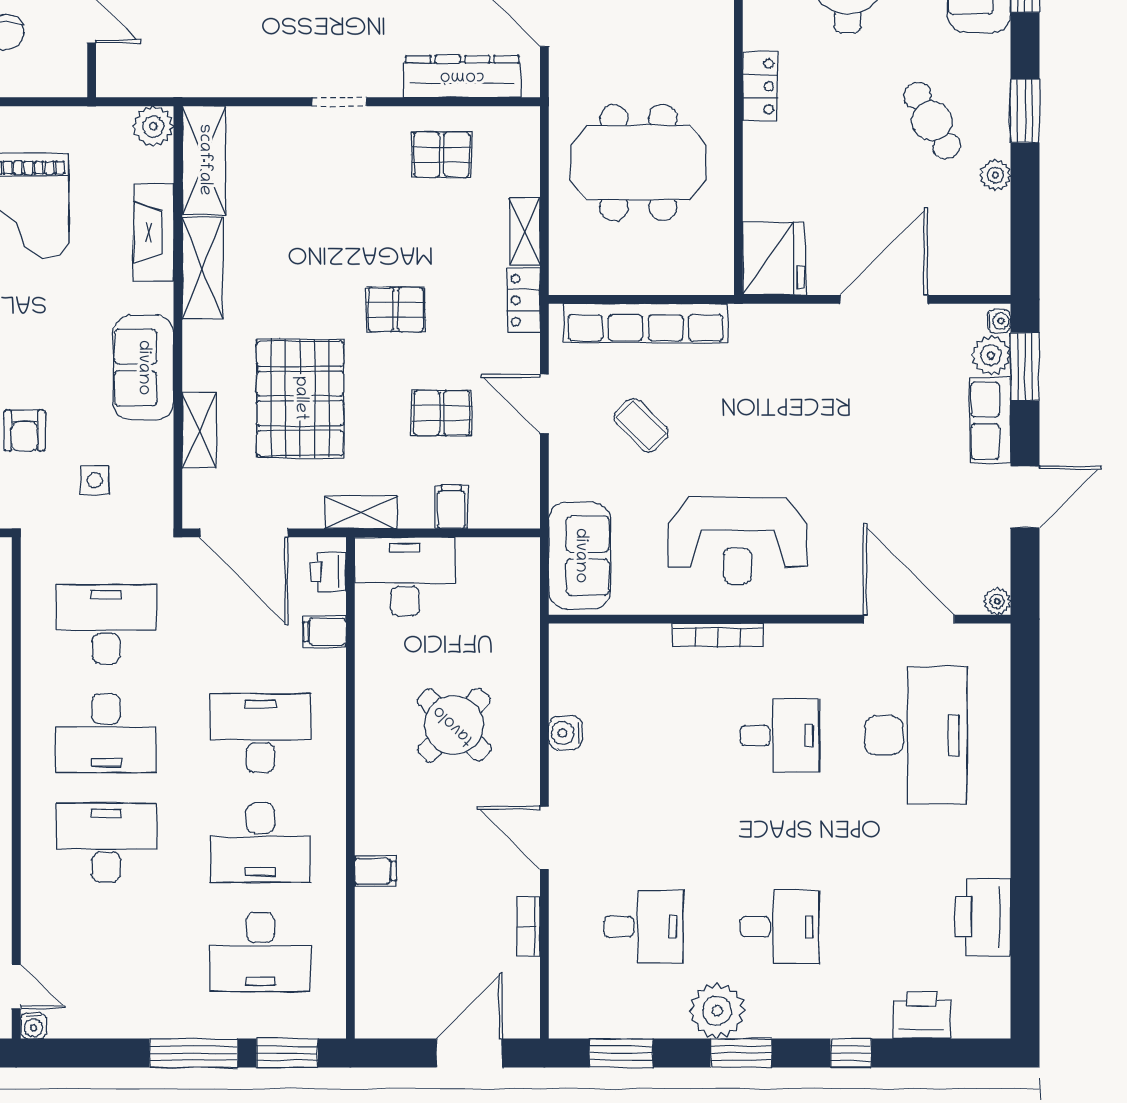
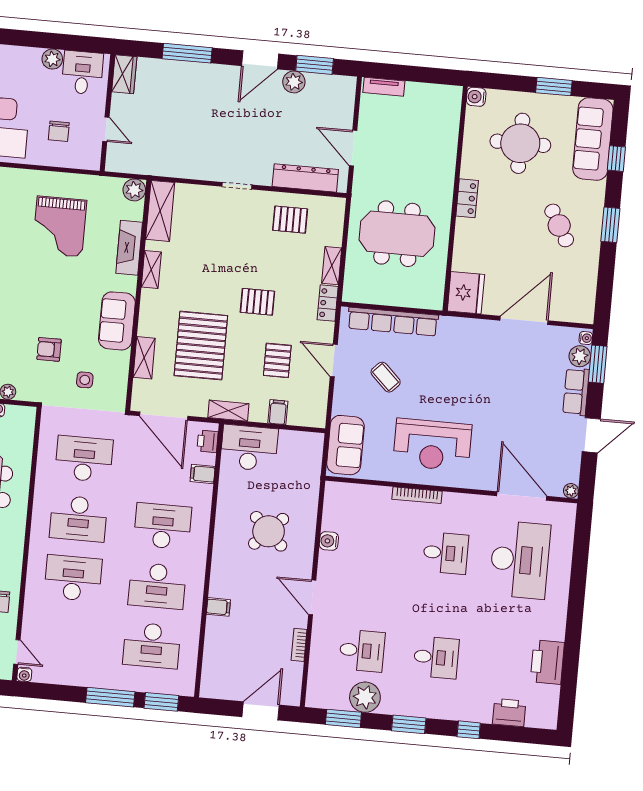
plant: (995, 175) -> (591, 258), removed
shelving: (203, 268) -> (151, 269), width x0.67, depth x0.75
pallet: (442, 413) -> (277, 360), turned 90
armchair: (25, 431) -> (49, 349), turned 90
plant: (717, 1011) -> (365, 697), moved

